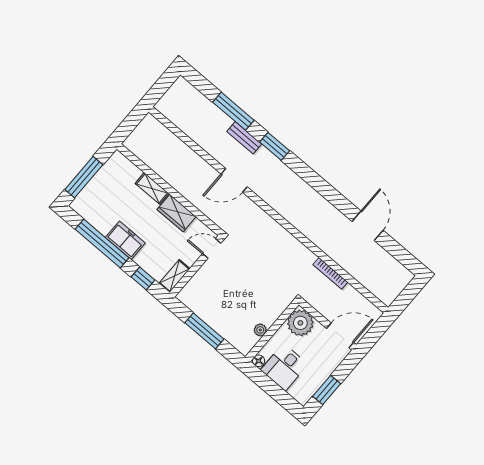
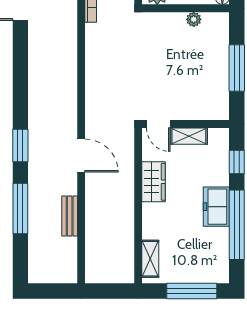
bench: (244, 138) -> (70, 216), moved
shelving: (152, 188) -> (150, 259), moved
shelving: (174, 276) -> (189, 136), moved

